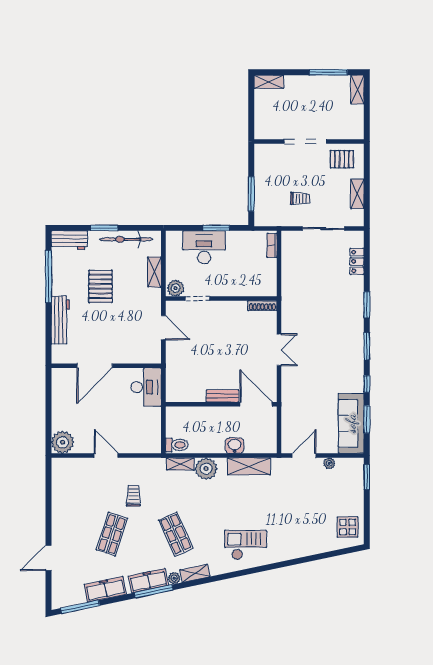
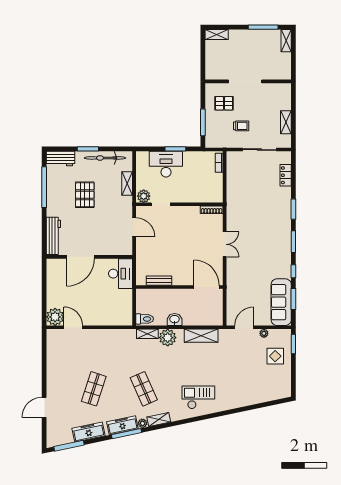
pallet: (342, 159) -> (224, 103), moved
workbench: (60, 320) -> (53, 236), moved
bench: (222, 396) -> (159, 281), moved
washbasin: (235, 446) -> (175, 319), moved
door: (106, 456) -> (73, 327), moved
trolley: (133, 496) -> (111, 359), removed
display table: (348, 527) -> (275, 356), moved

